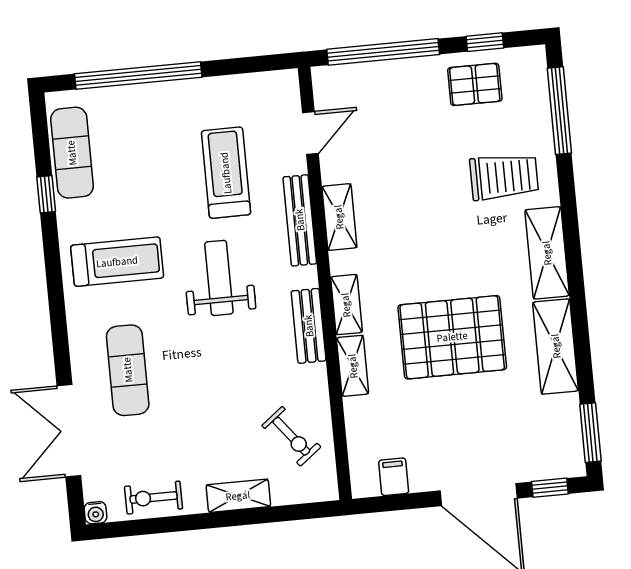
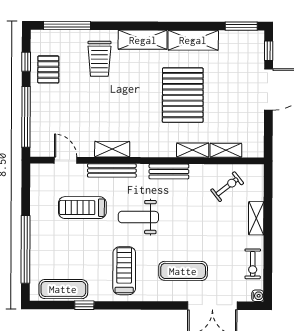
trolley: (504, 177) -> (99, 59), turned 180
shelving: (346, 305) -> (226, 150), moved
filing cabinet: (394, 477) -> (254, 134), removed

